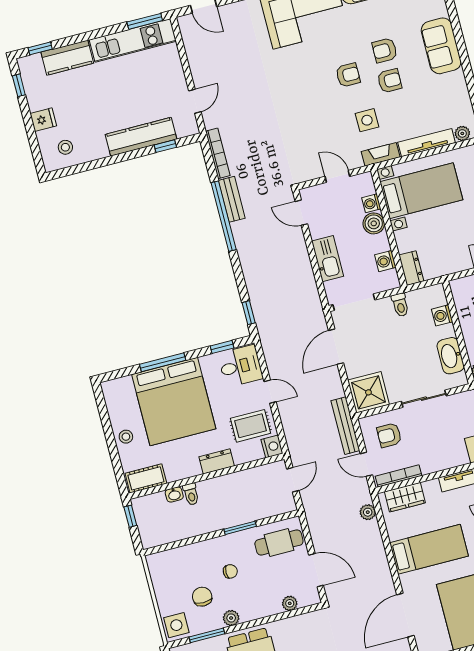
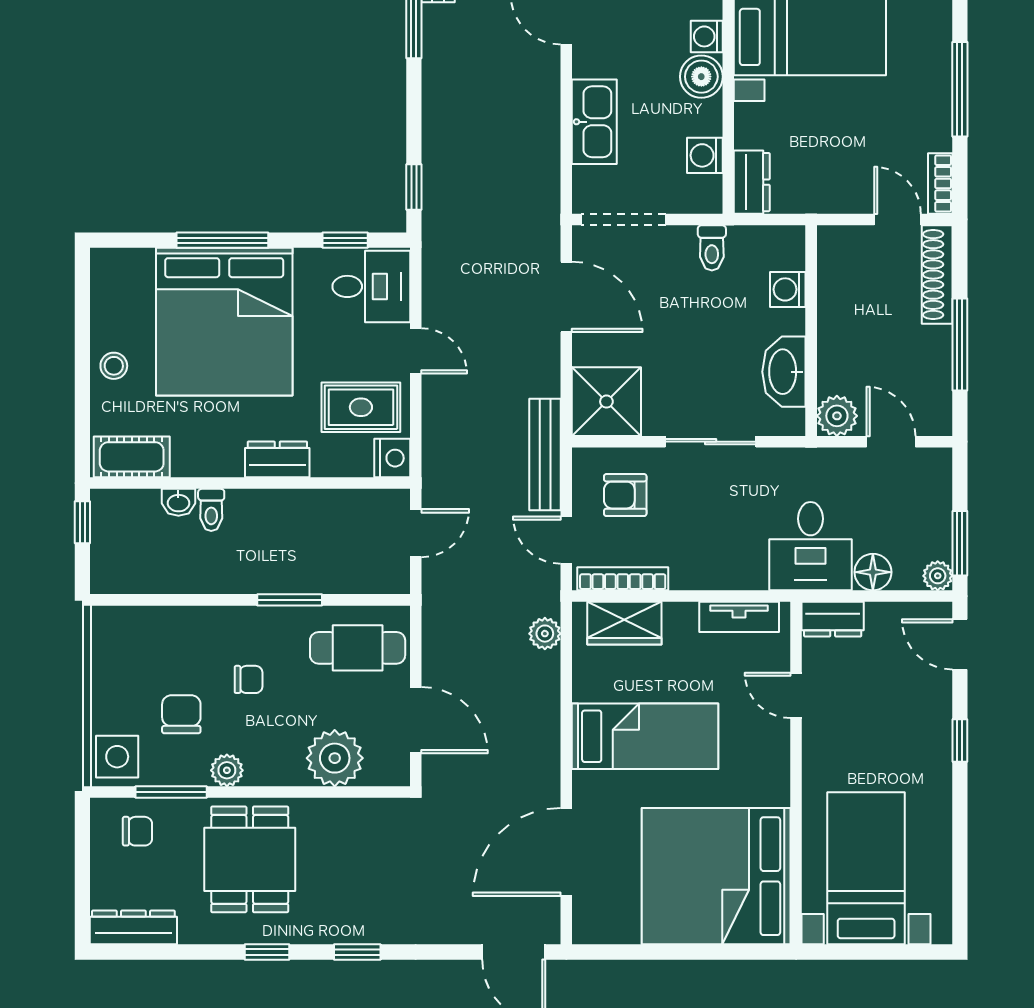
door: (336, 347) -> (566, 297), swing flipped
plant: (290, 603) -> (335, 758), width x1.88, depth x1.88

